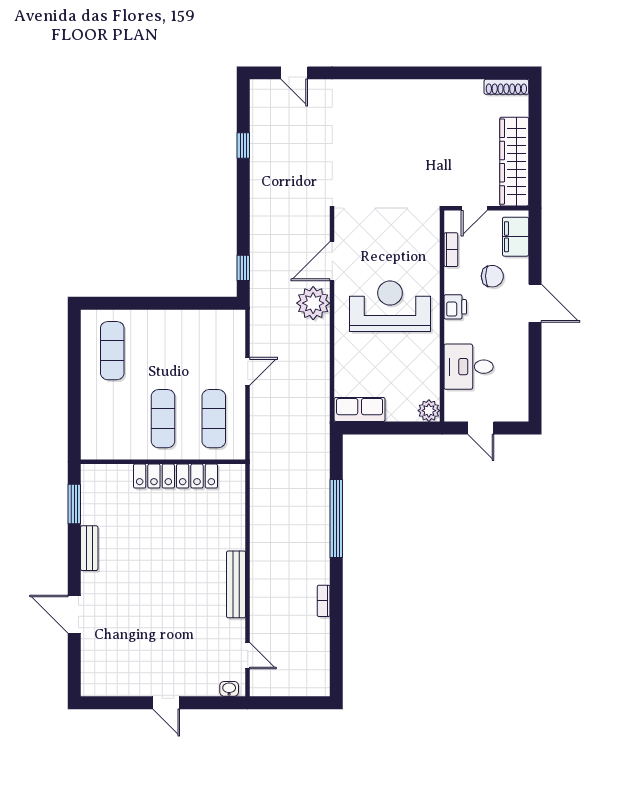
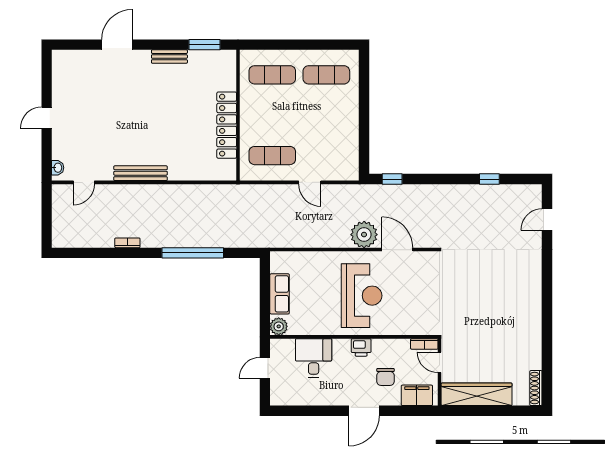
bookcase: (451, 250) -> (424, 344), moved
row of seats: (360, 409) -> (280, 294), moved
exercise mat: (163, 419) -> (272, 75), moved

